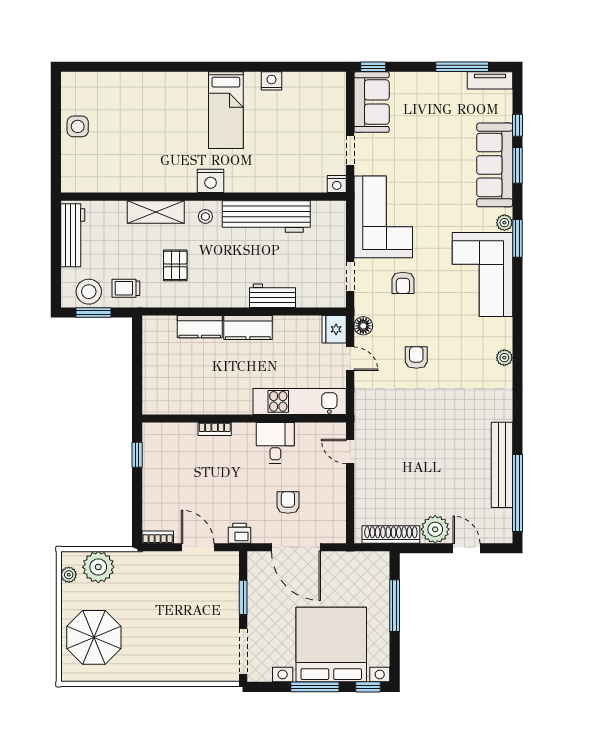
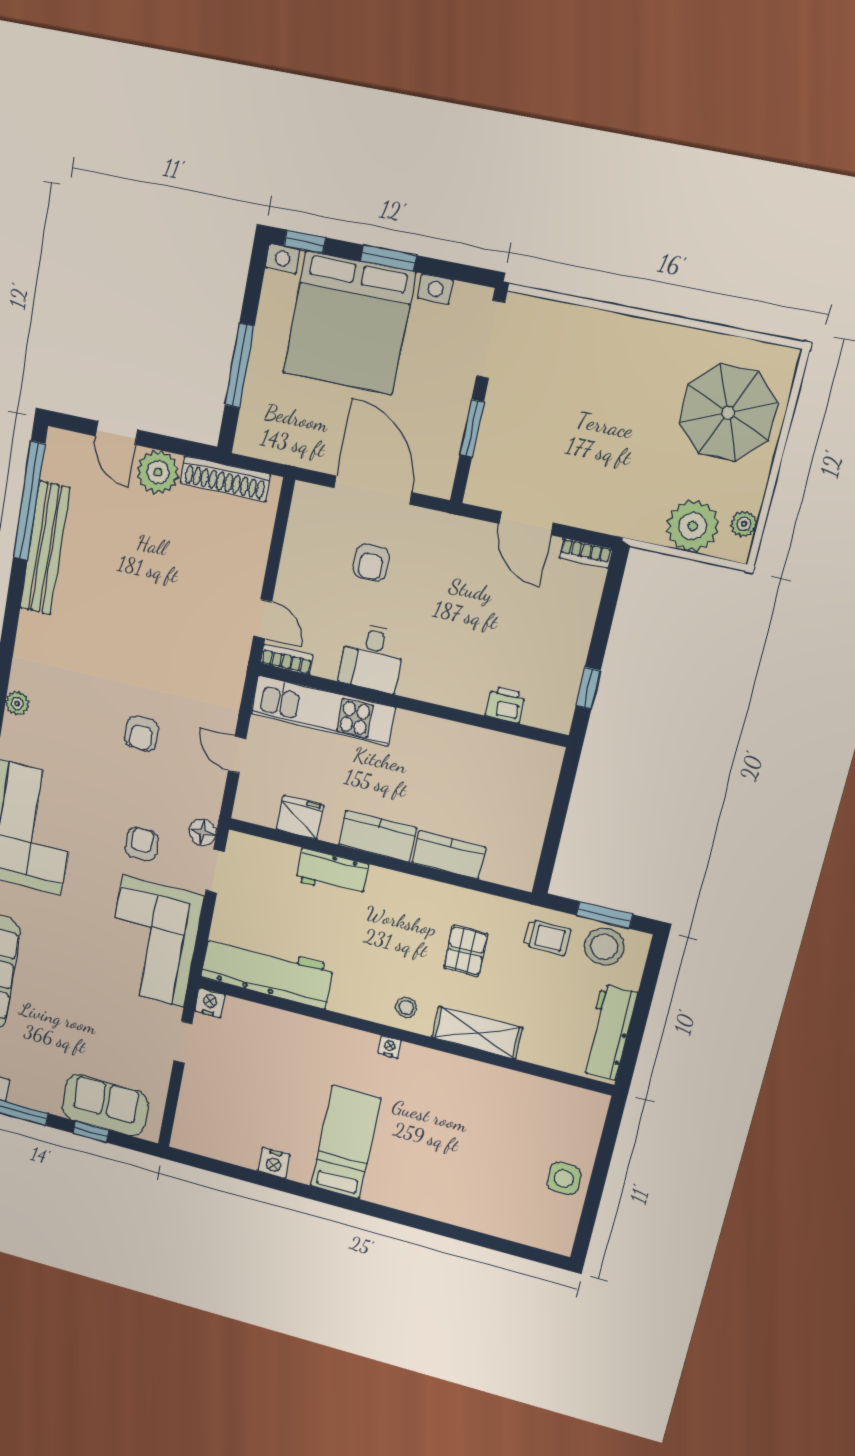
window: (373, 67) -> (91, 1132), moved
sofa: (372, 102) -> (105, 1105), moved, turned 90
nightstand: (211, 181) -> (389, 1047), width x0.53, depth x0.56
workbench: (266, 217) -> (267, 971), moved
floor lamp: (363, 326) -> (203, 832), moved
fridge: (334, 329) -> (300, 817), moved, turned -90
bookcase: (215, 429) -> (287, 659), moved
printer: (239, 533) -> (505, 705), moved, turned 180
window: (315, 687) -> (388, 258), width x0.69

